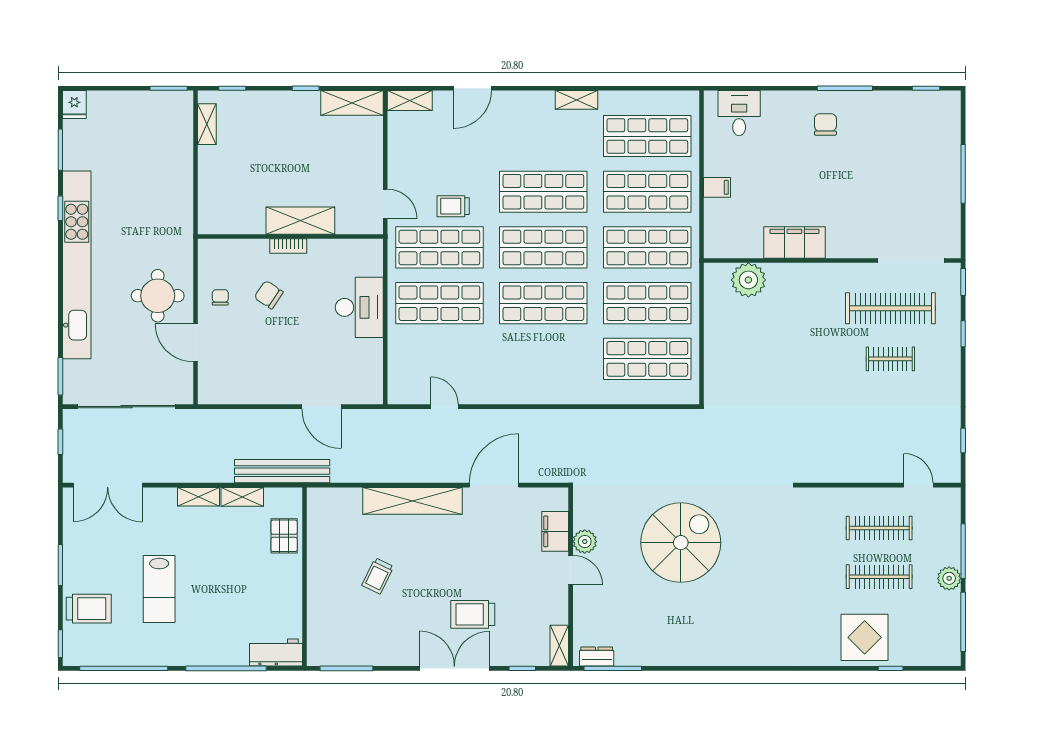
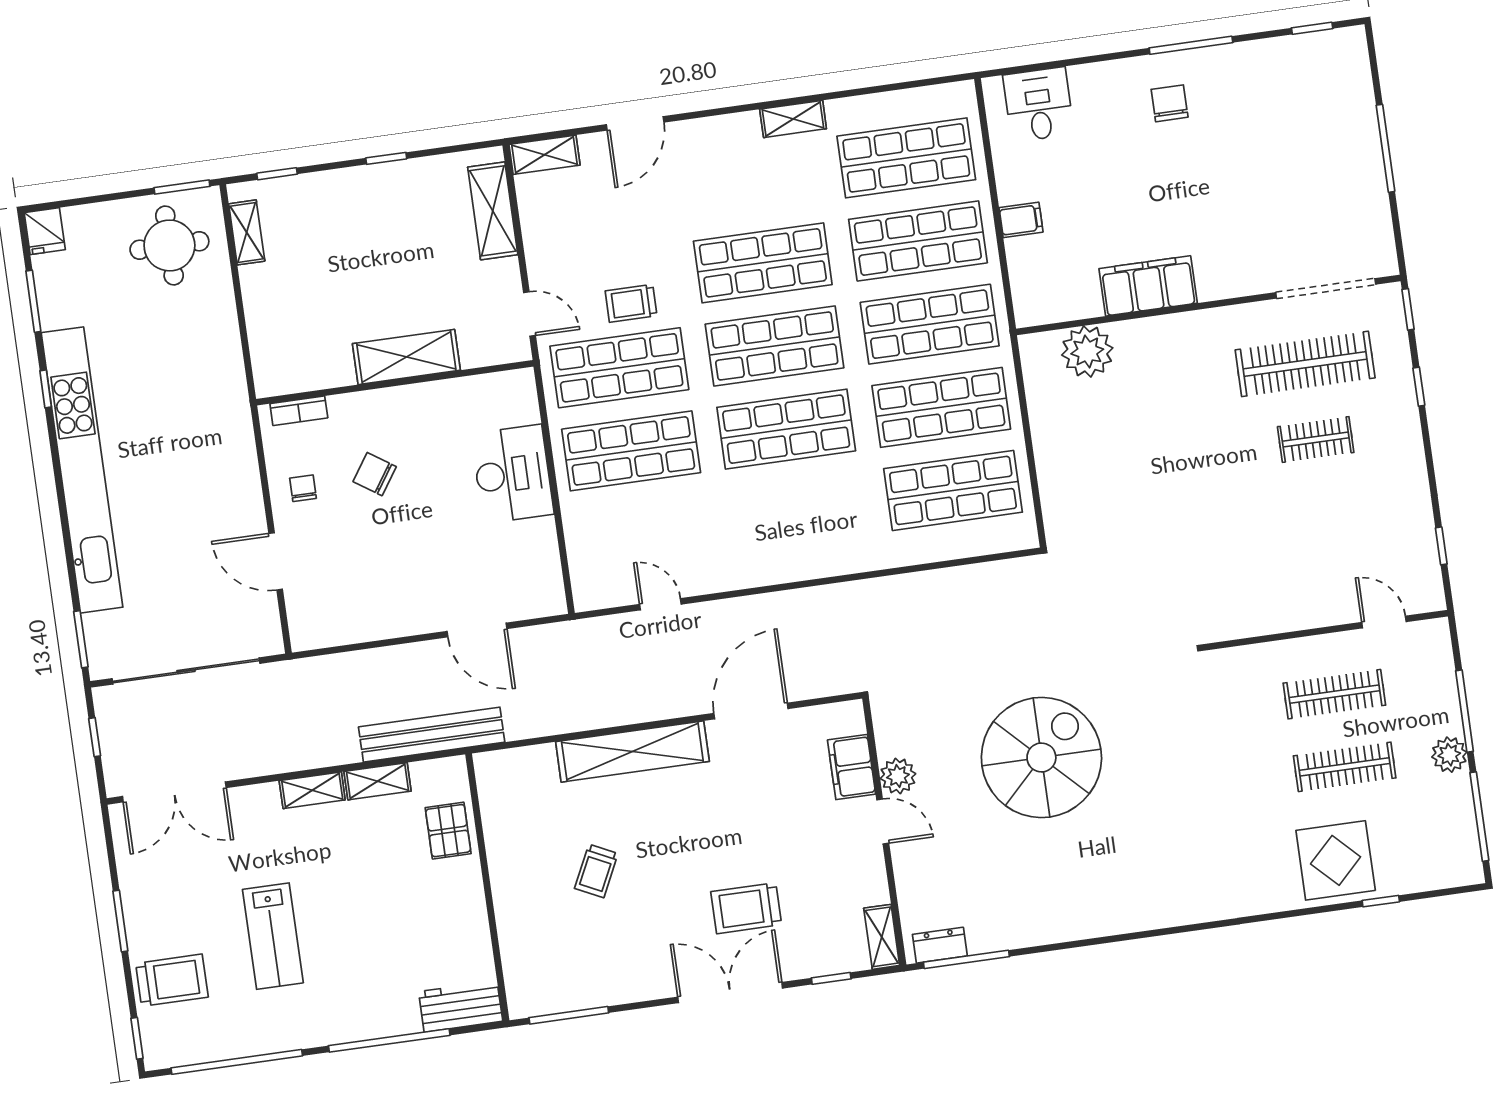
shelving: (352, 103) -> (493, 211), moved, turned 90
bookcase: (288, 246) -> (299, 411), moved
round table: (158, 296) -> (169, 245), moved

